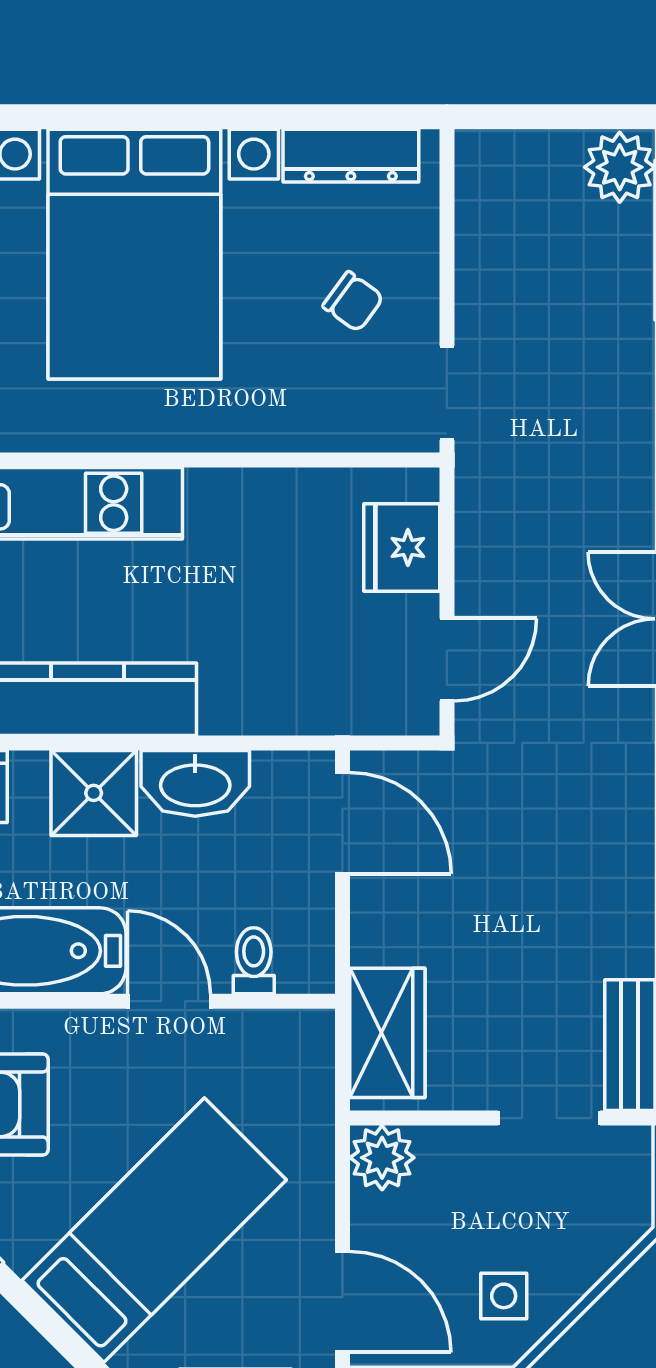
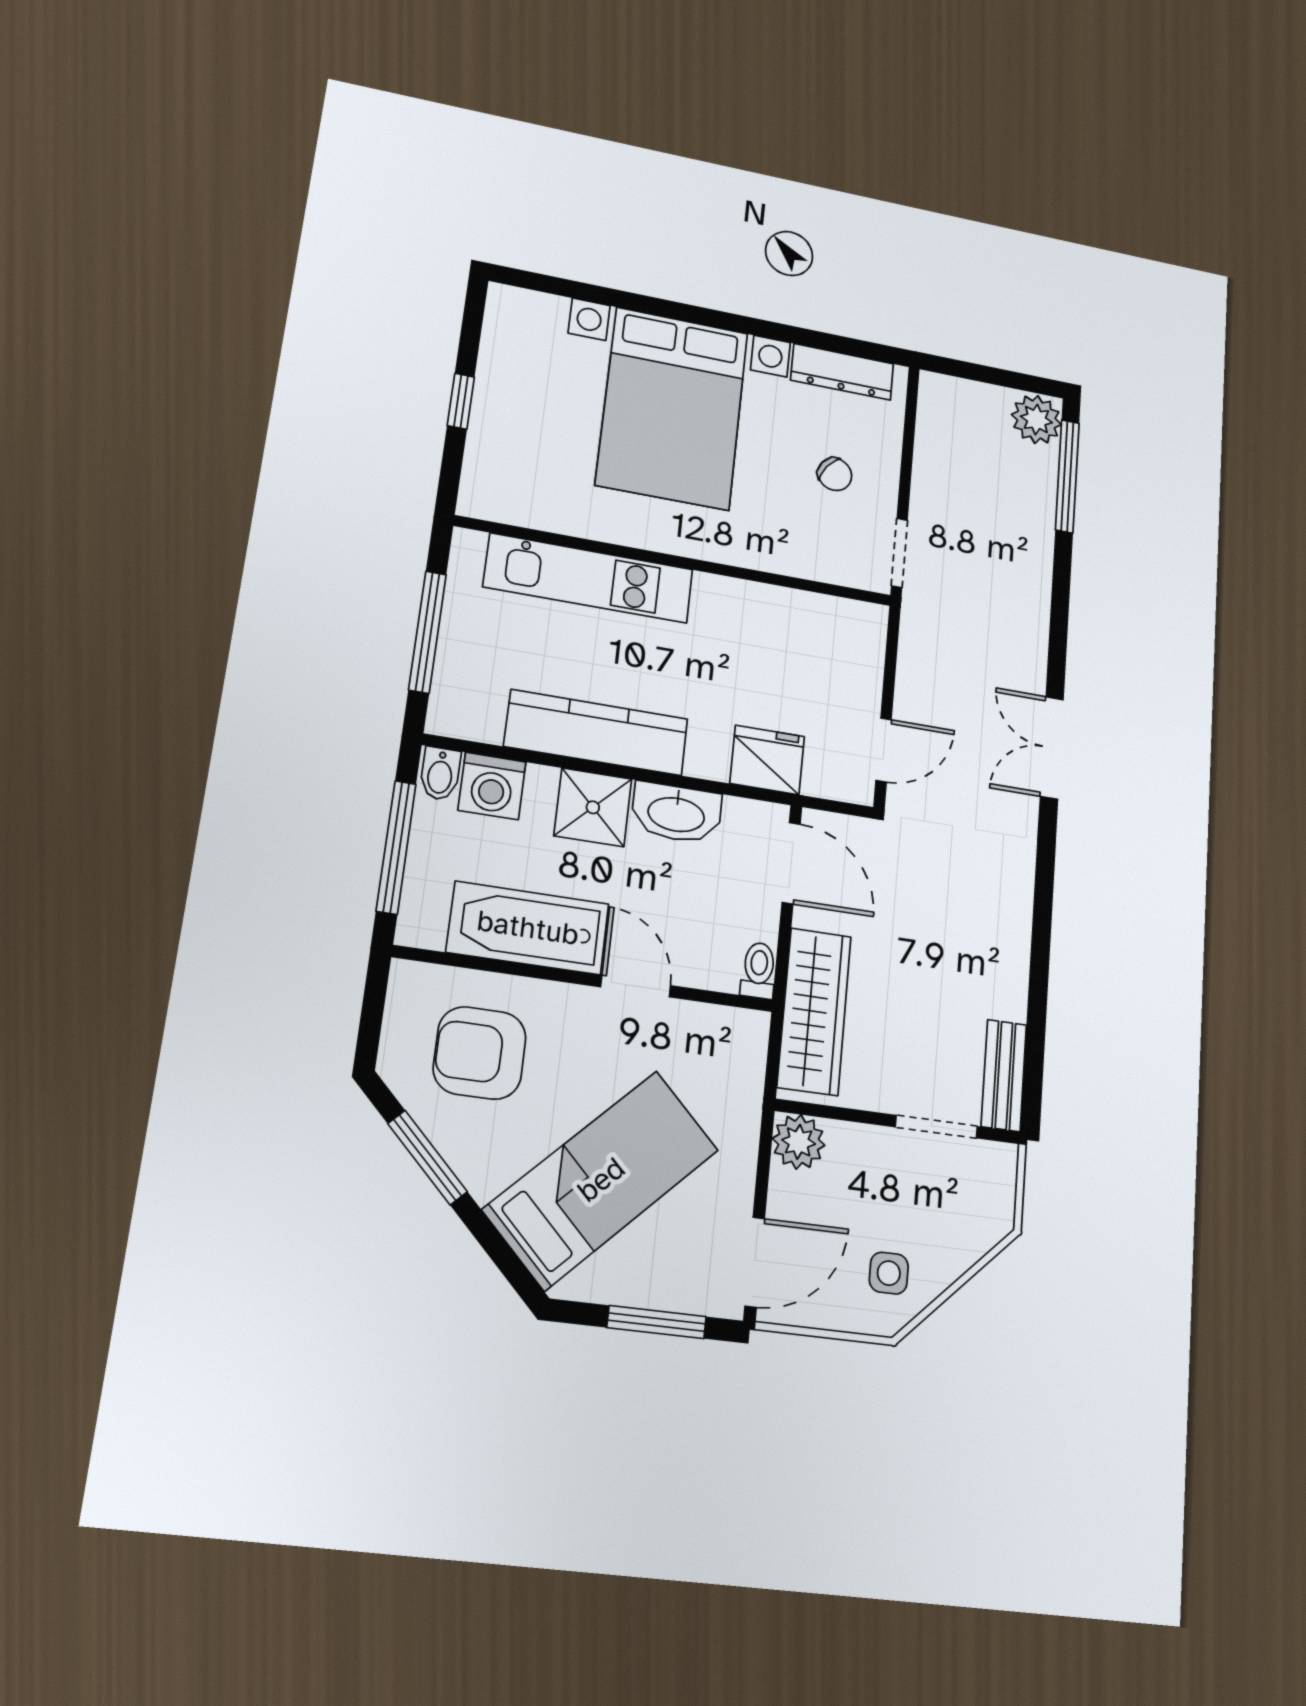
fridge: (402, 547) -> (767, 760), moved, turned 90
toilet: (254, 961) -> (759, 970), moved
wardrobe: (387, 1033) -> (814, 1011), width x1.50
door: (342, 1302) -> (755, 1262), hinge flipped

